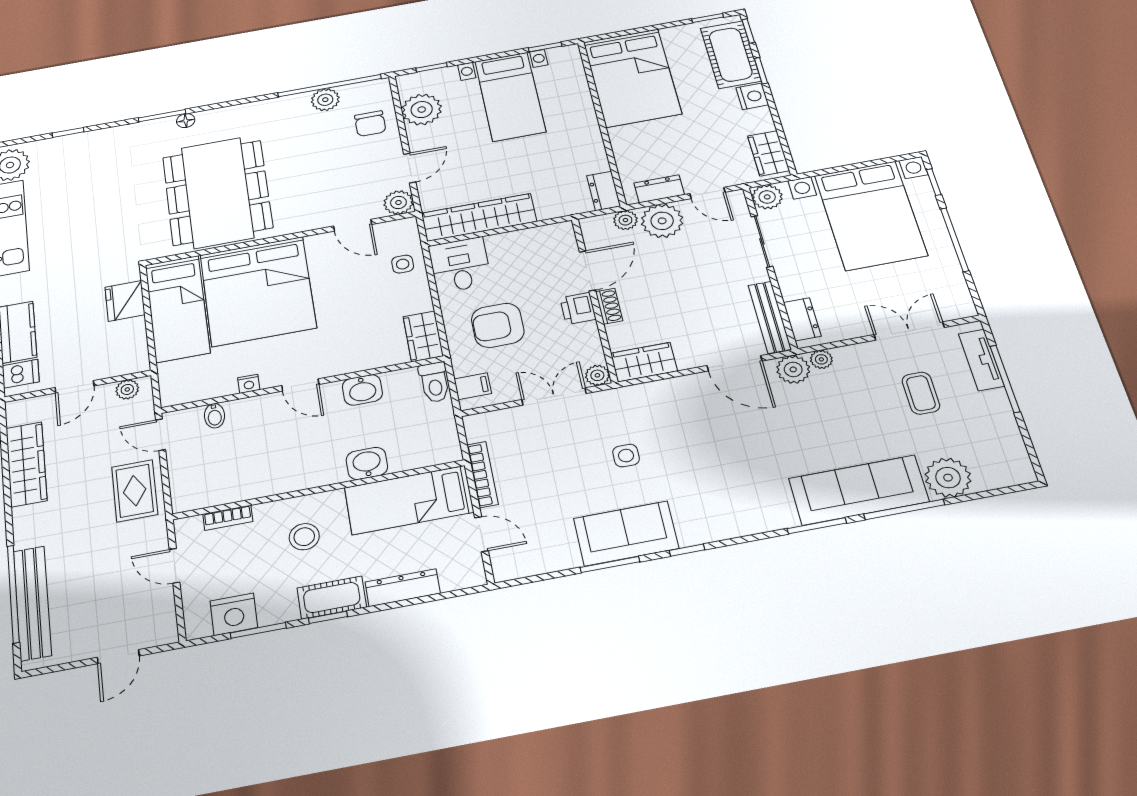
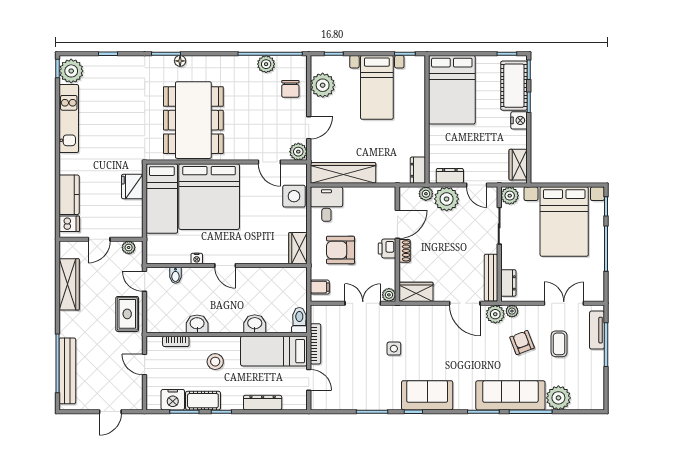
side table: (403, 264) -> (294, 196), width x1.87, depth x1.87
toilet: (434, 382) -> (299, 320), moved, turned 180
washbasin: (362, 390) -> (197, 324), moved, turned 180
armchair: (854, 403) -> (522, 343), added
sofa: (626, 533) -> (427, 395), moved
cot: (332, 598) -> (203, 401), moved

